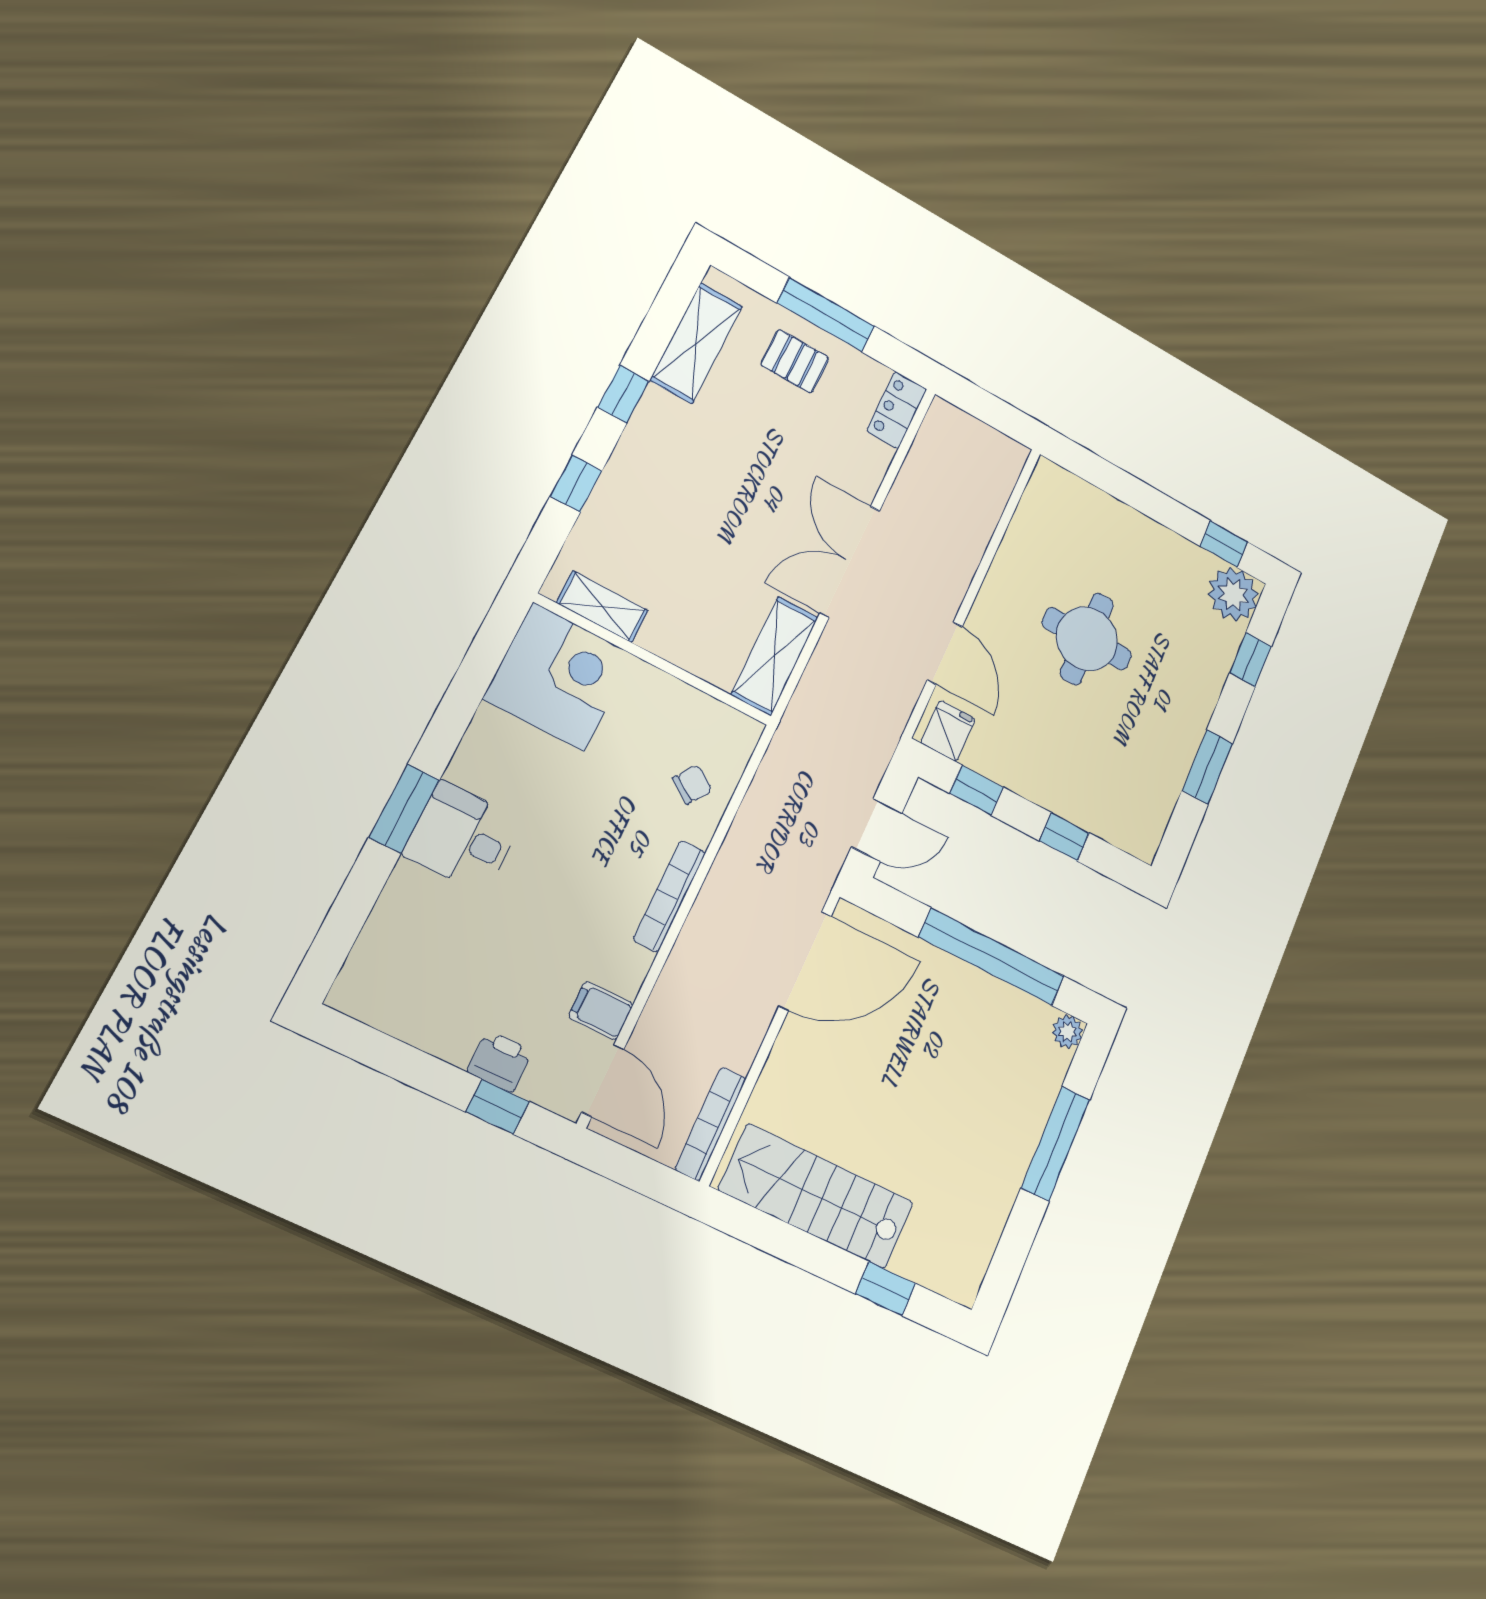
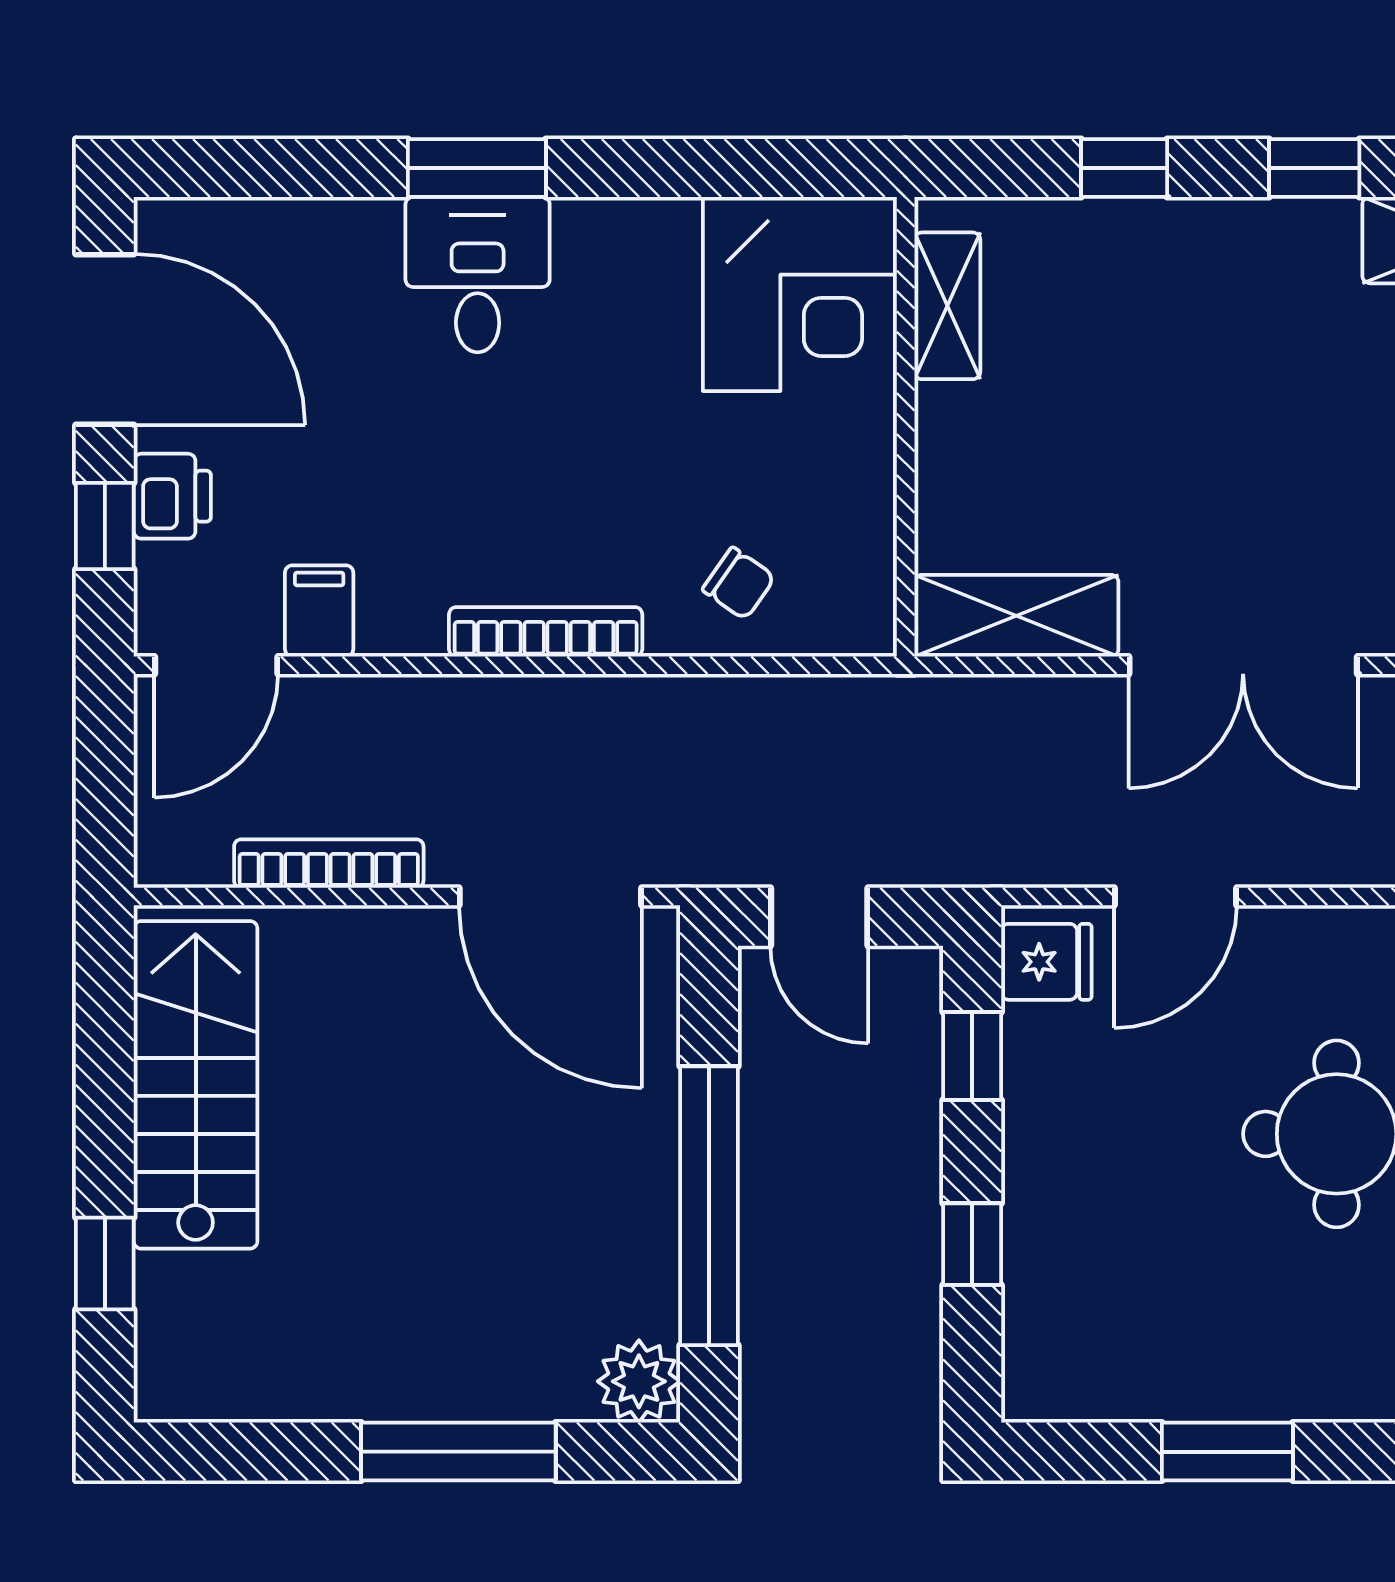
double door: (850, 562) -> (1243, 665), swing flipped
plant: (1068, 1032) -> (639, 1381), width x1.38, depth x1.38
door: (394, 1058) -> (105, 340), added
bookcase: (711, 1124) -> (329, 864), moved

